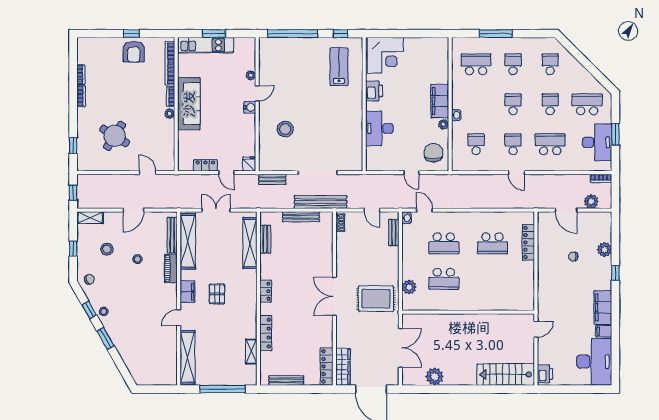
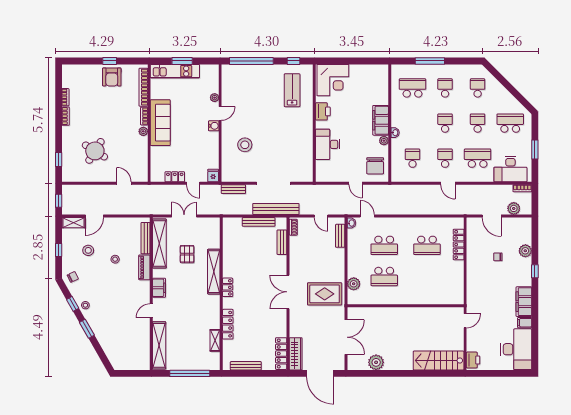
desk: (597, 142) -> (510, 169), moved, turned 90
chair: (434, 153) -> (375, 166), turned 180
door: (133, 210) -> (94, 216), moved
bench: (265, 239) -> (282, 242), moved
shelving: (250, 243) -> (214, 272), moved
pallet: (217, 294) -> (187, 254), moved

